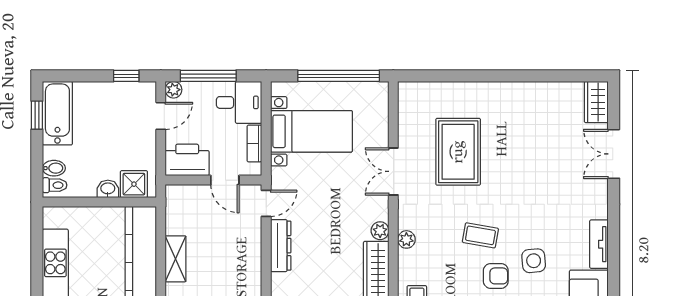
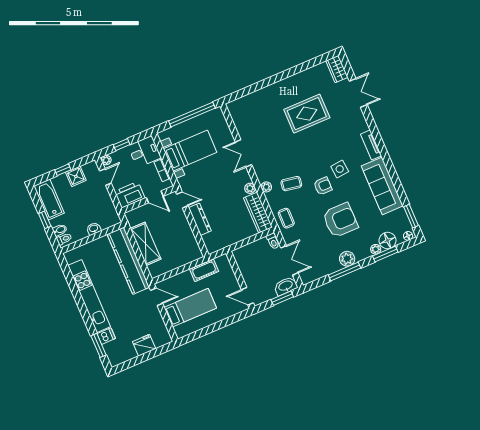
window: (126, 76) -> (63, 170), moved
window: (208, 76) -> (122, 145), width x0.46
window: (37, 115) -> (45, 220), moved
rug: (458, 152) -> (307, 114), moved, turned 90
double door: (614, 154) -> (358, 93), swing flipped
shower: (134, 184) -> (76, 176), moved
door: (266, 203) -> (182, 200), hinge flipped
coffee table: (480, 235) -> (291, 184), moved
shelving: (176, 259) -> (146, 244), width x1.50, depth x1.33

